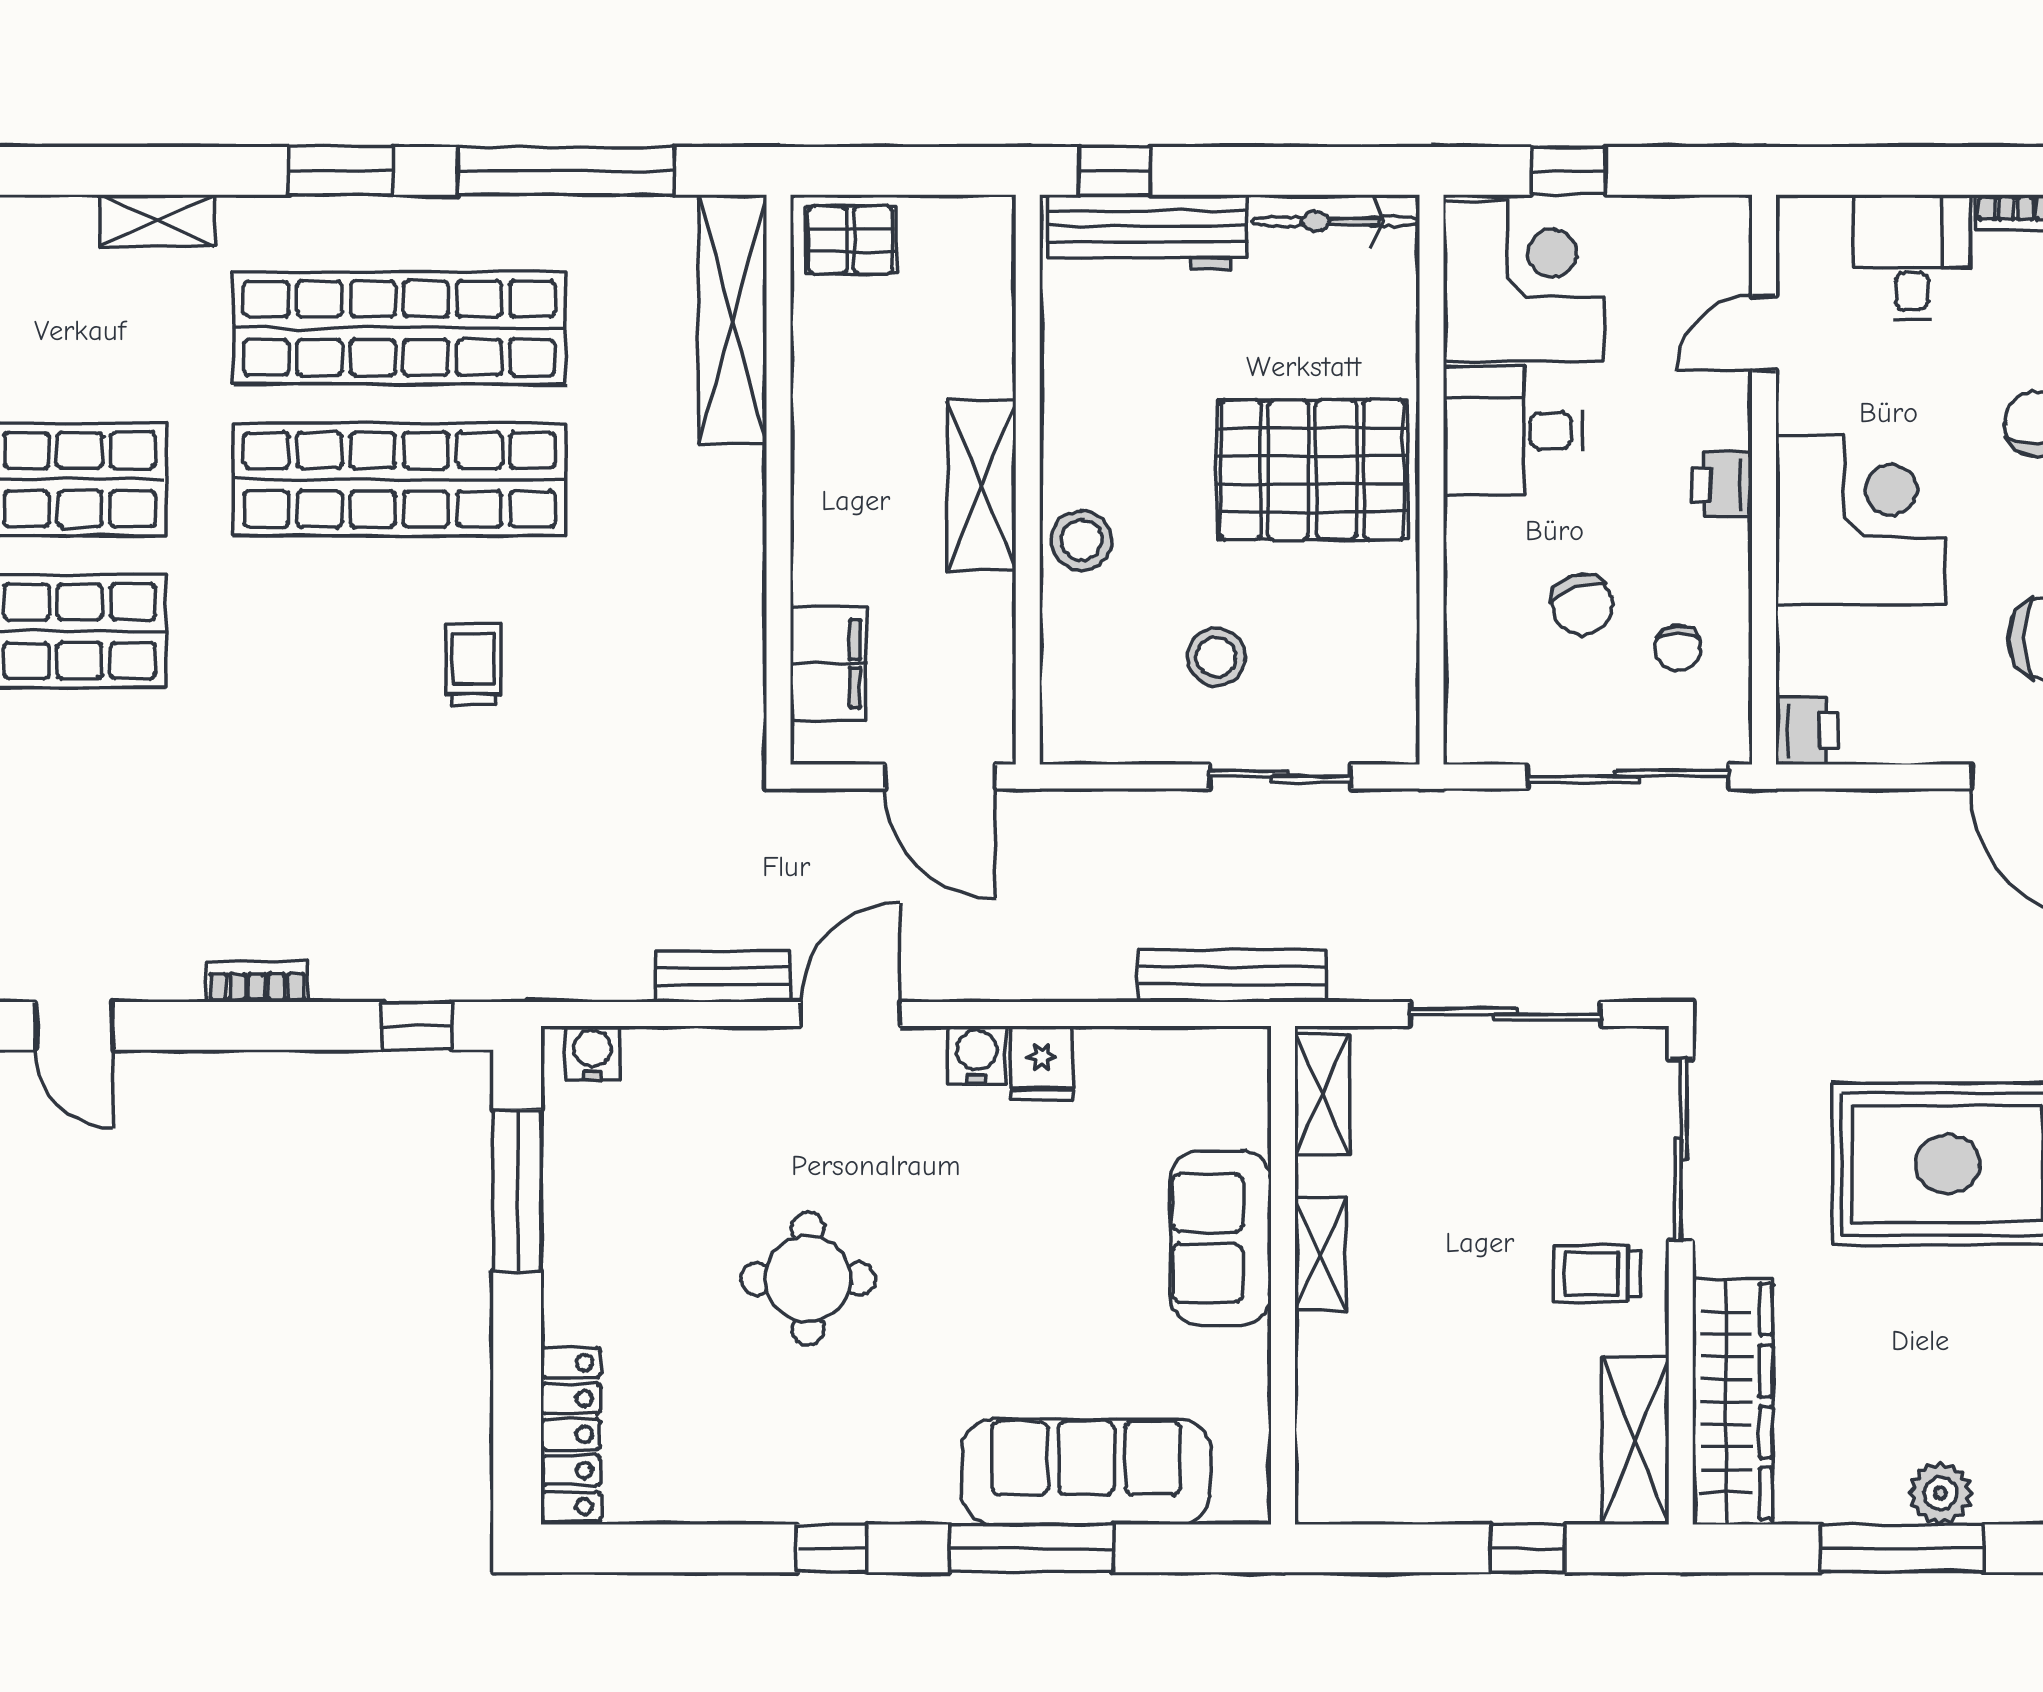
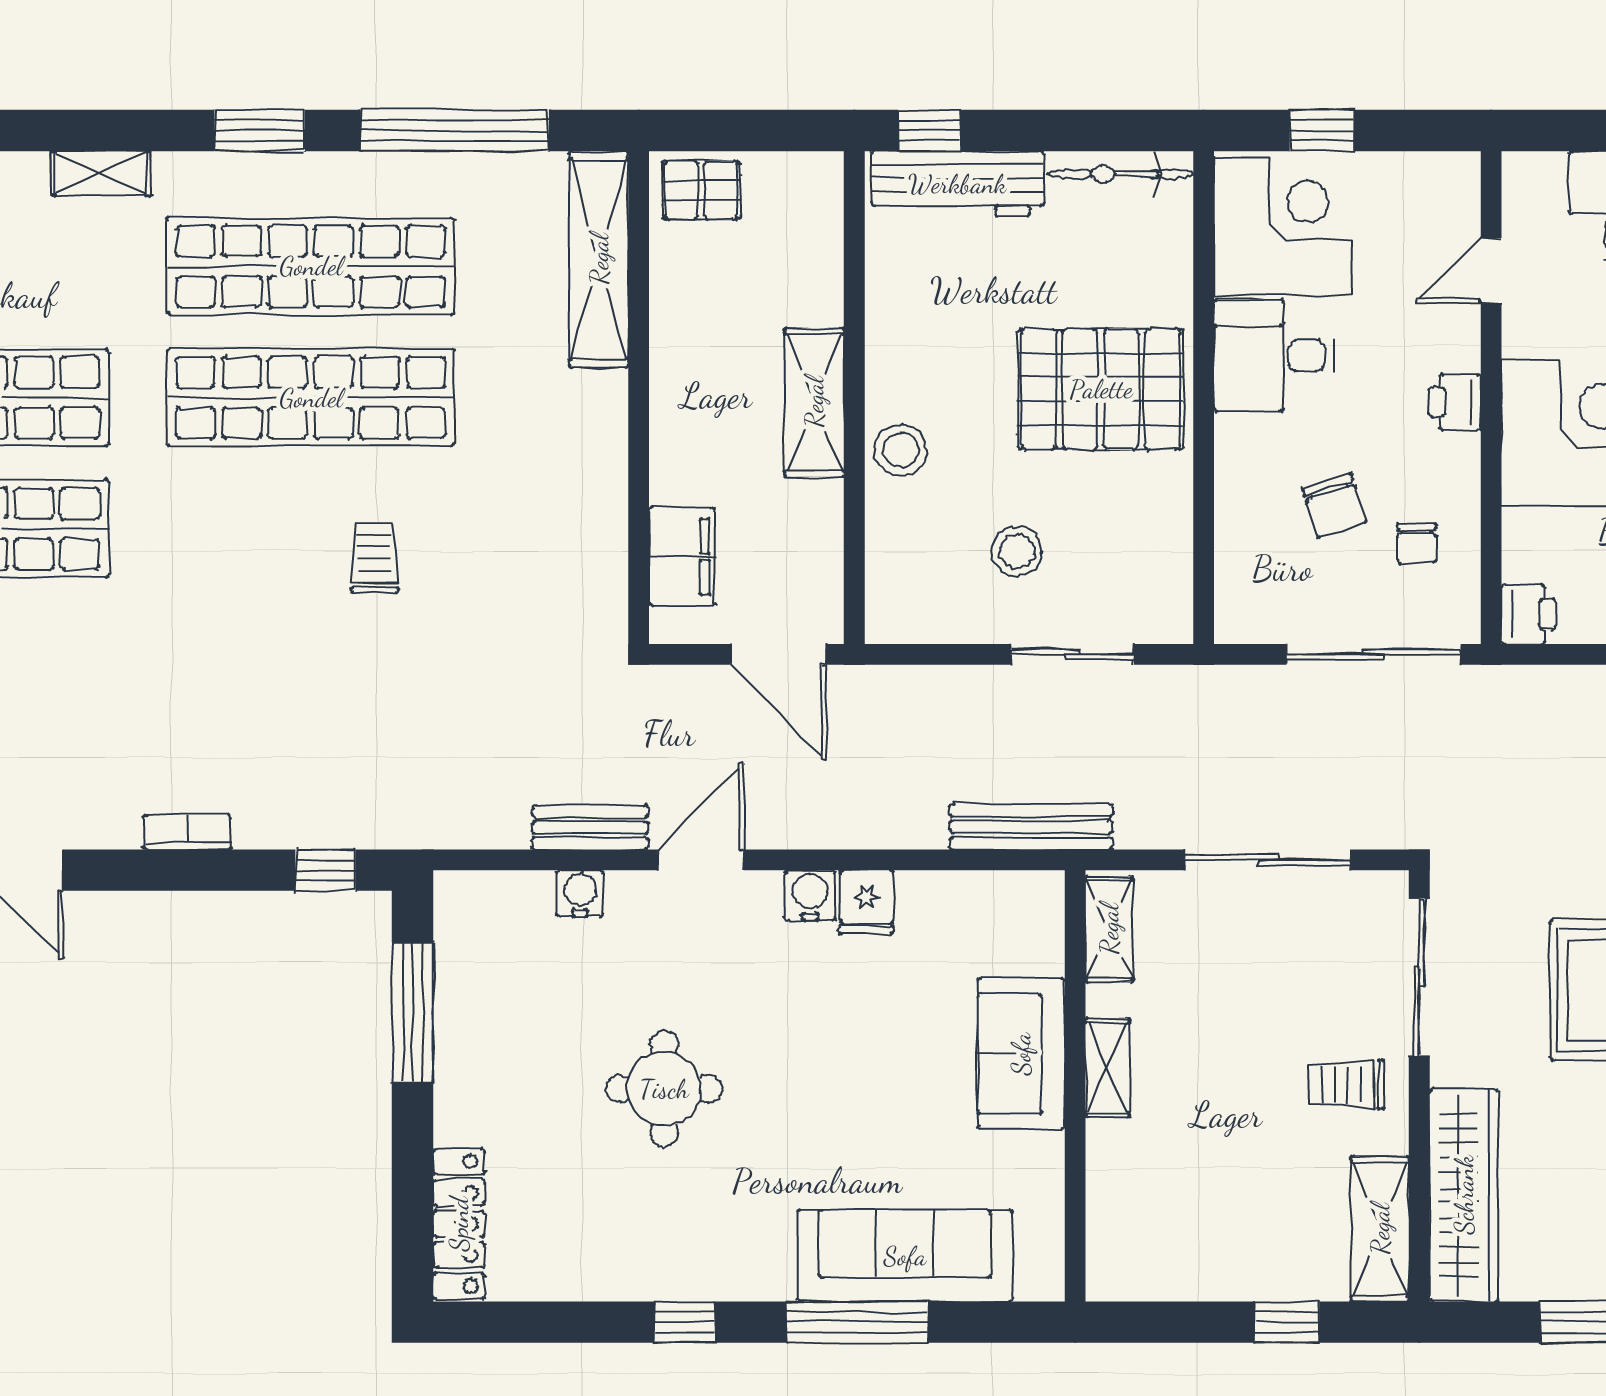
water cooler: (593, 1053) -> (580, 893), moved

